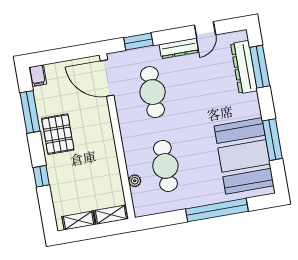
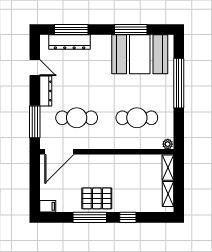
window: (138, 41) -> (35, 122), width x1.44
window: (30, 112) -> (90, 217), moved
plant: (135, 181) -> (168, 144), moved

